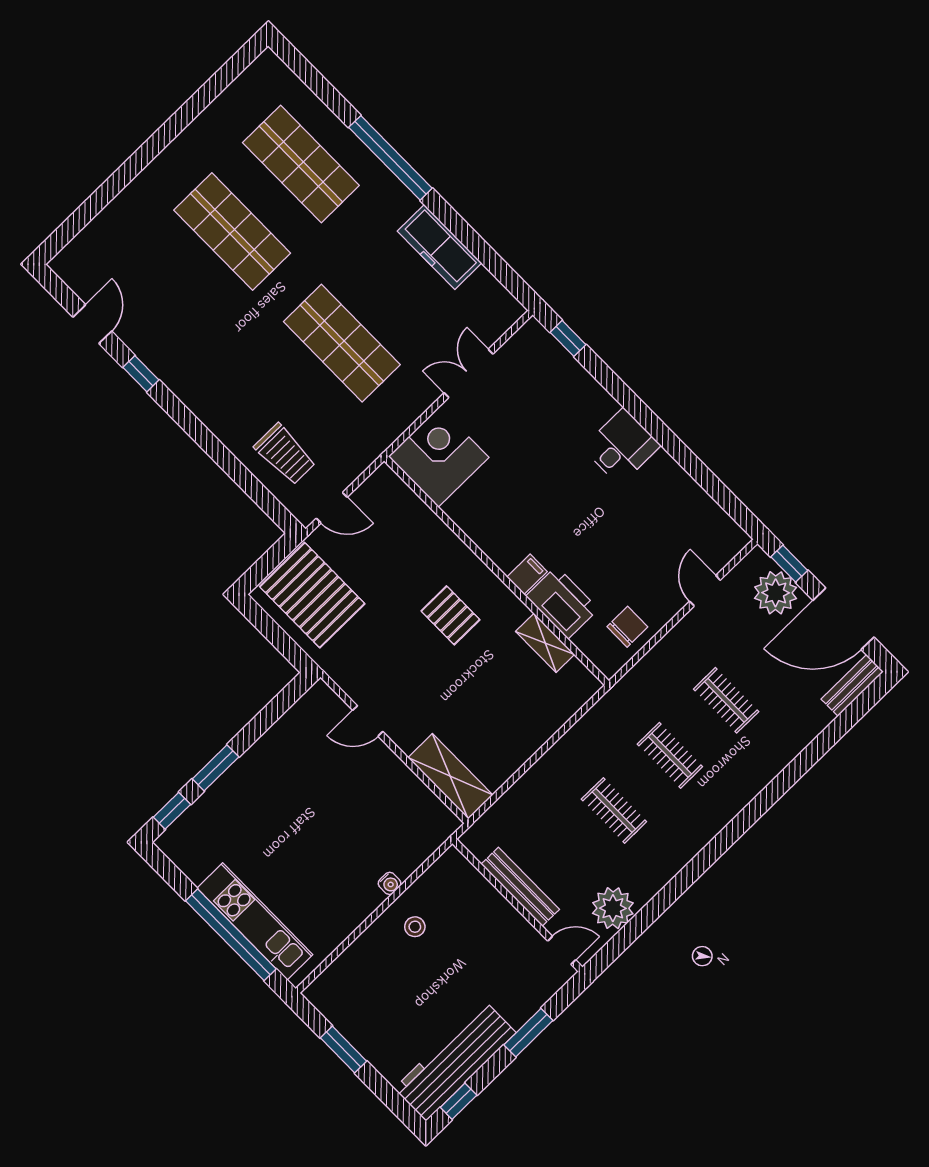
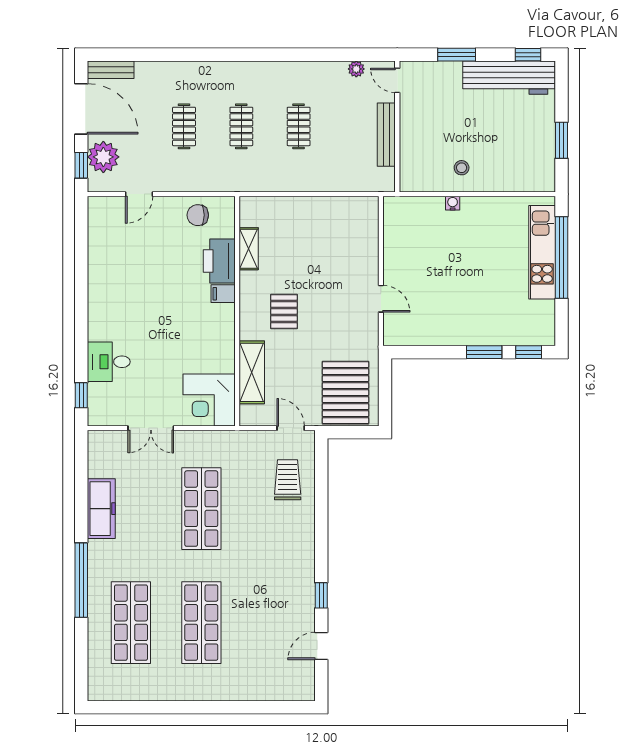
desk: (621, 447) -> (109, 362), moved
shelving: (450, 776) -> (252, 372), moved
plant: (613, 908) -> (356, 69), width x0.53, depth x0.53

